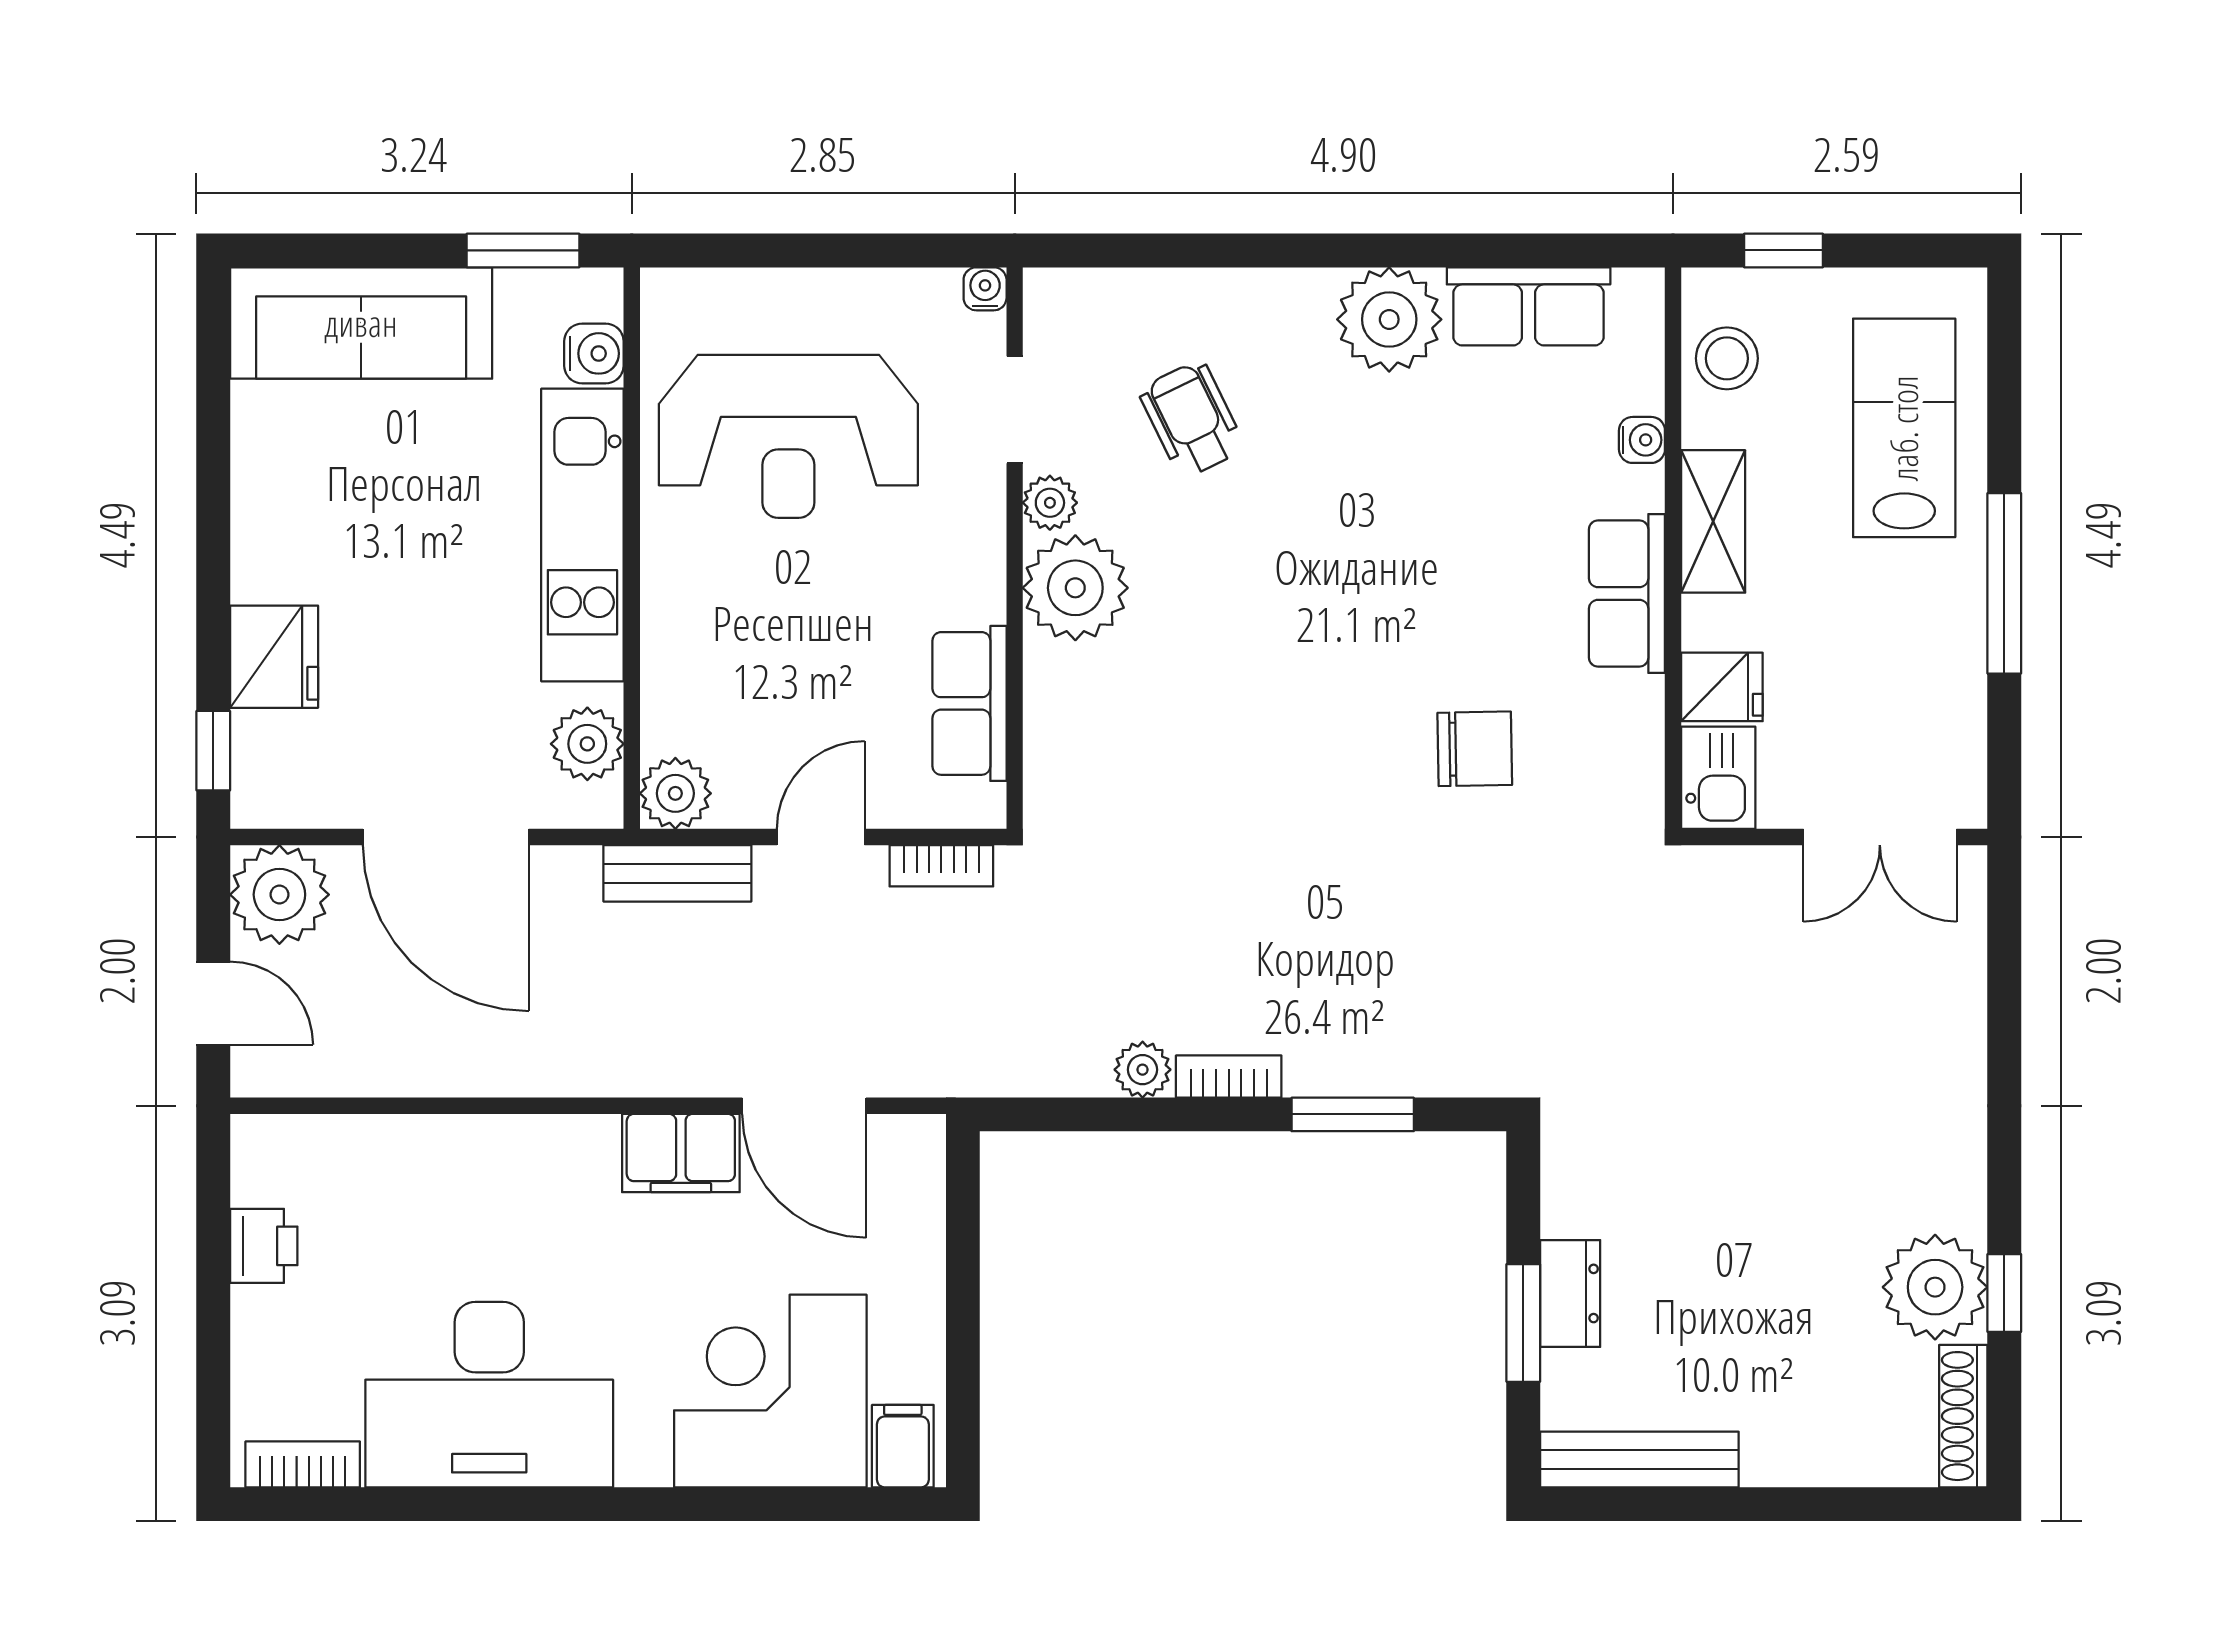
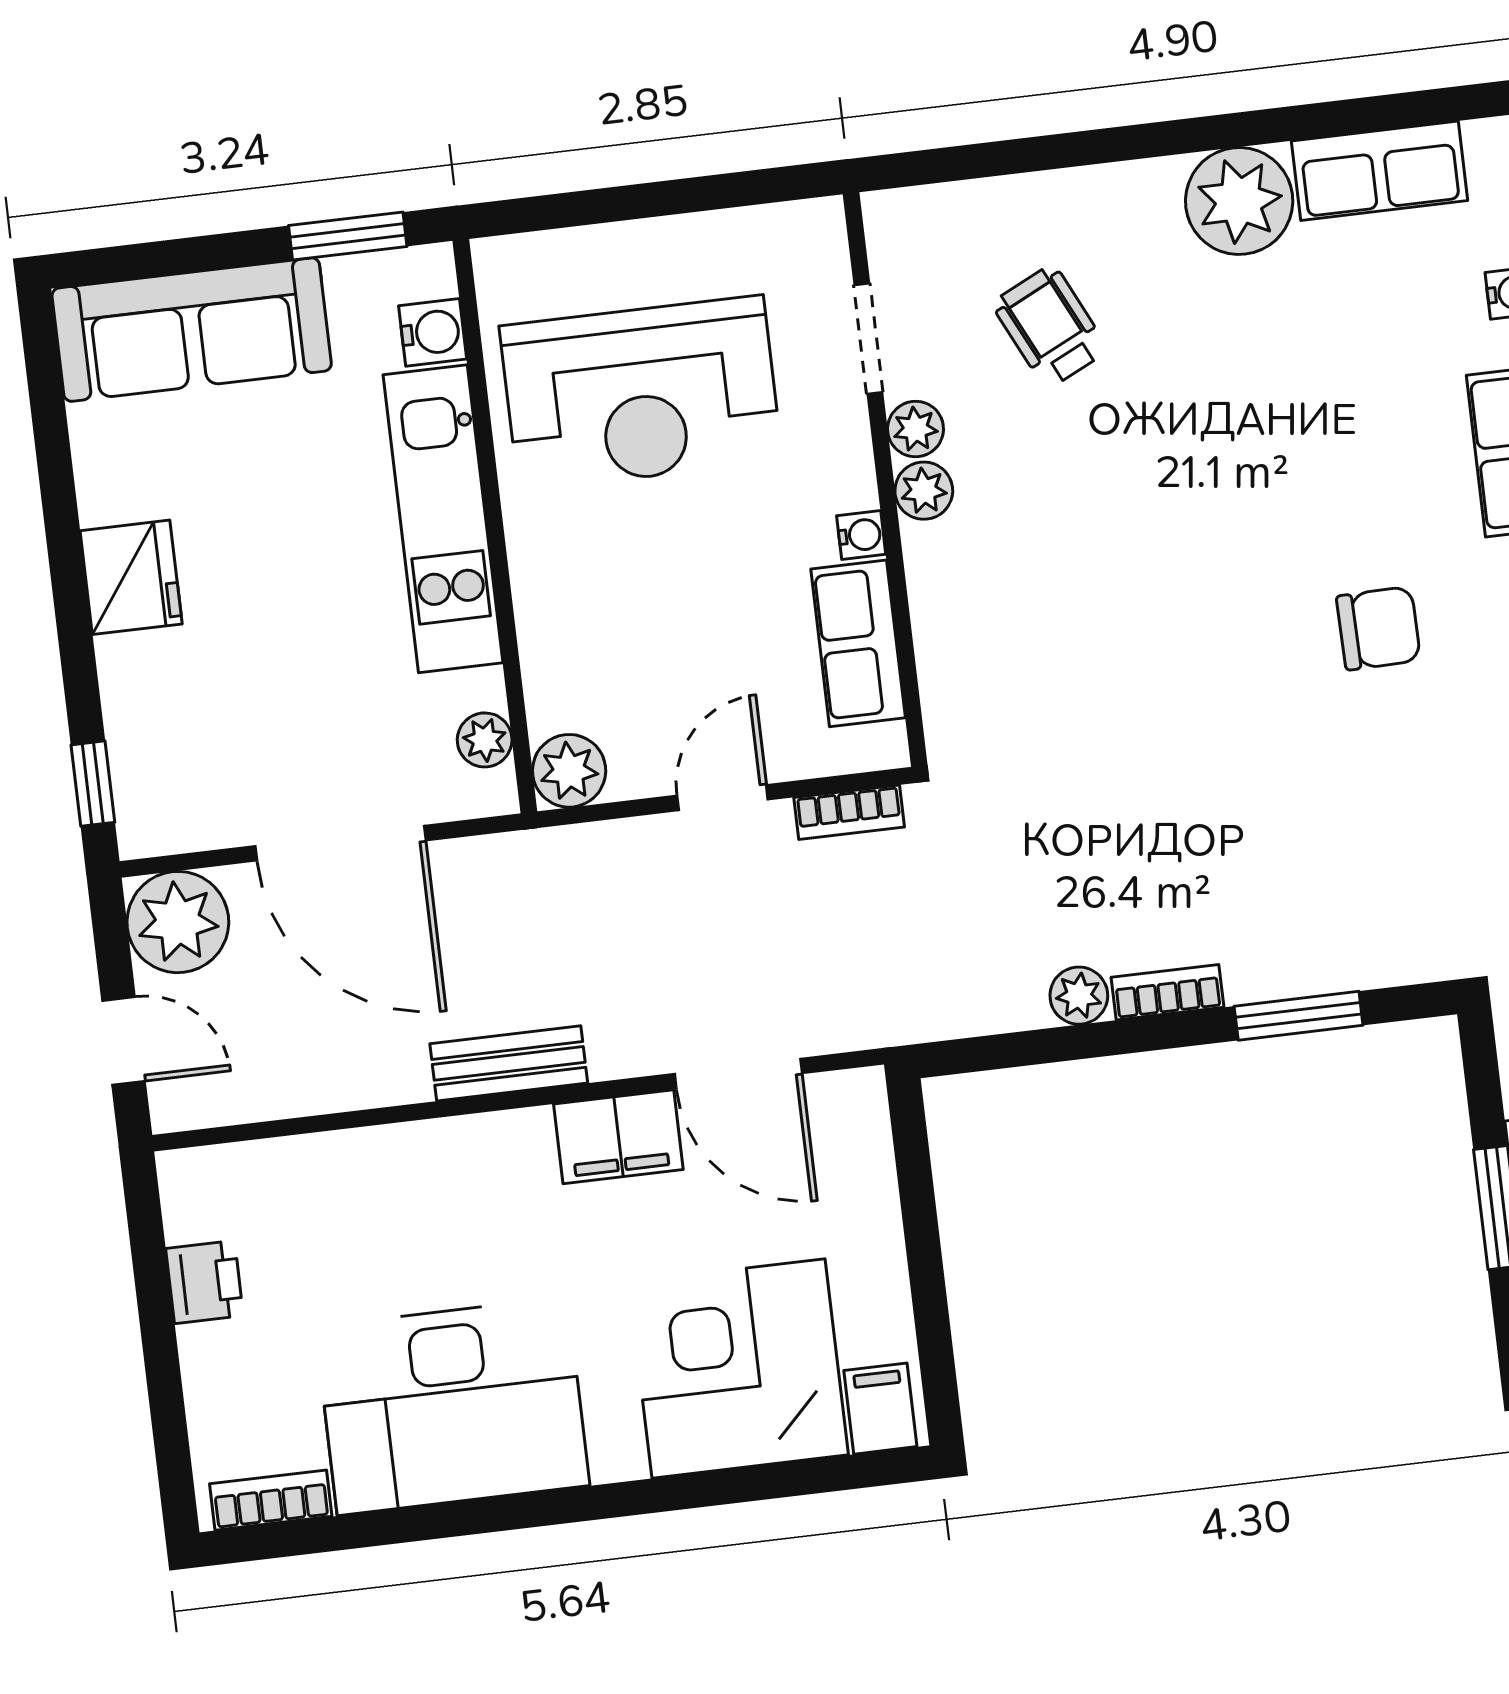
water cooler: (985, 289) -> (861, 535), moved, turned 90
plant: (1075, 588) -> (924, 491), width x0.53, depth x0.53
fridge: (274, 657) -> (131, 577), moved
plant: (587, 744) -> (485, 740), width x0.73, depth x0.73
bench: (677, 873) -> (509, 1063), moved

